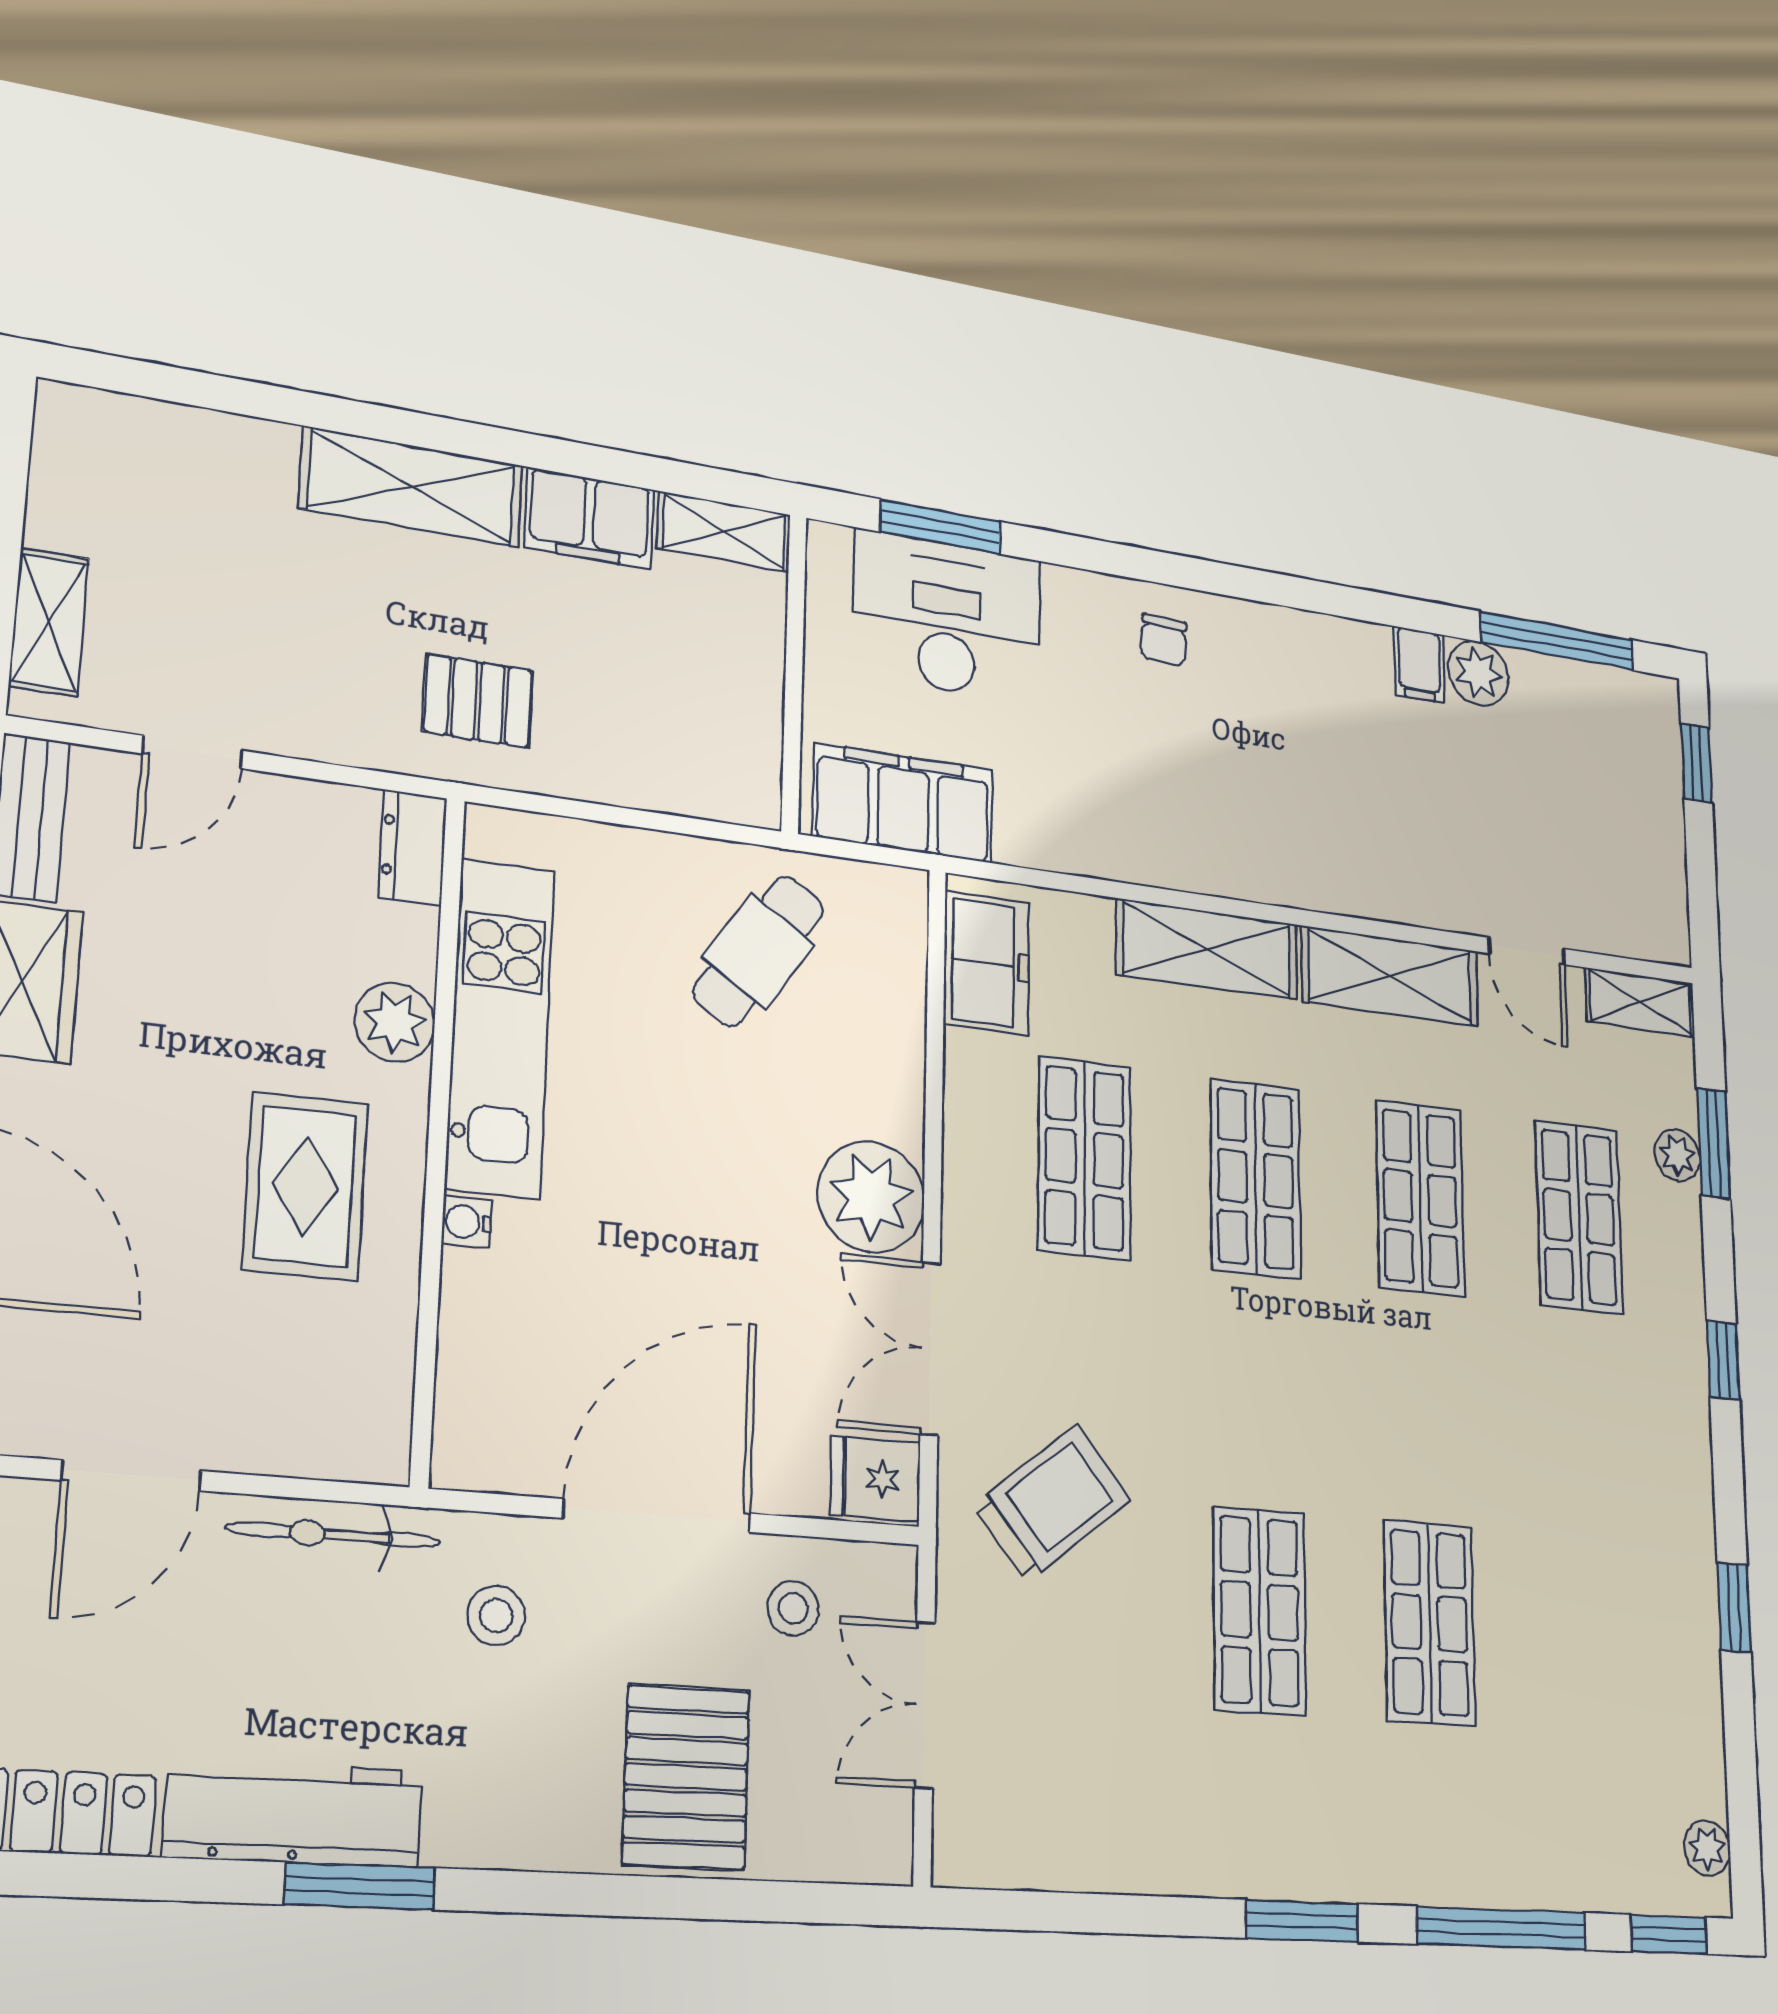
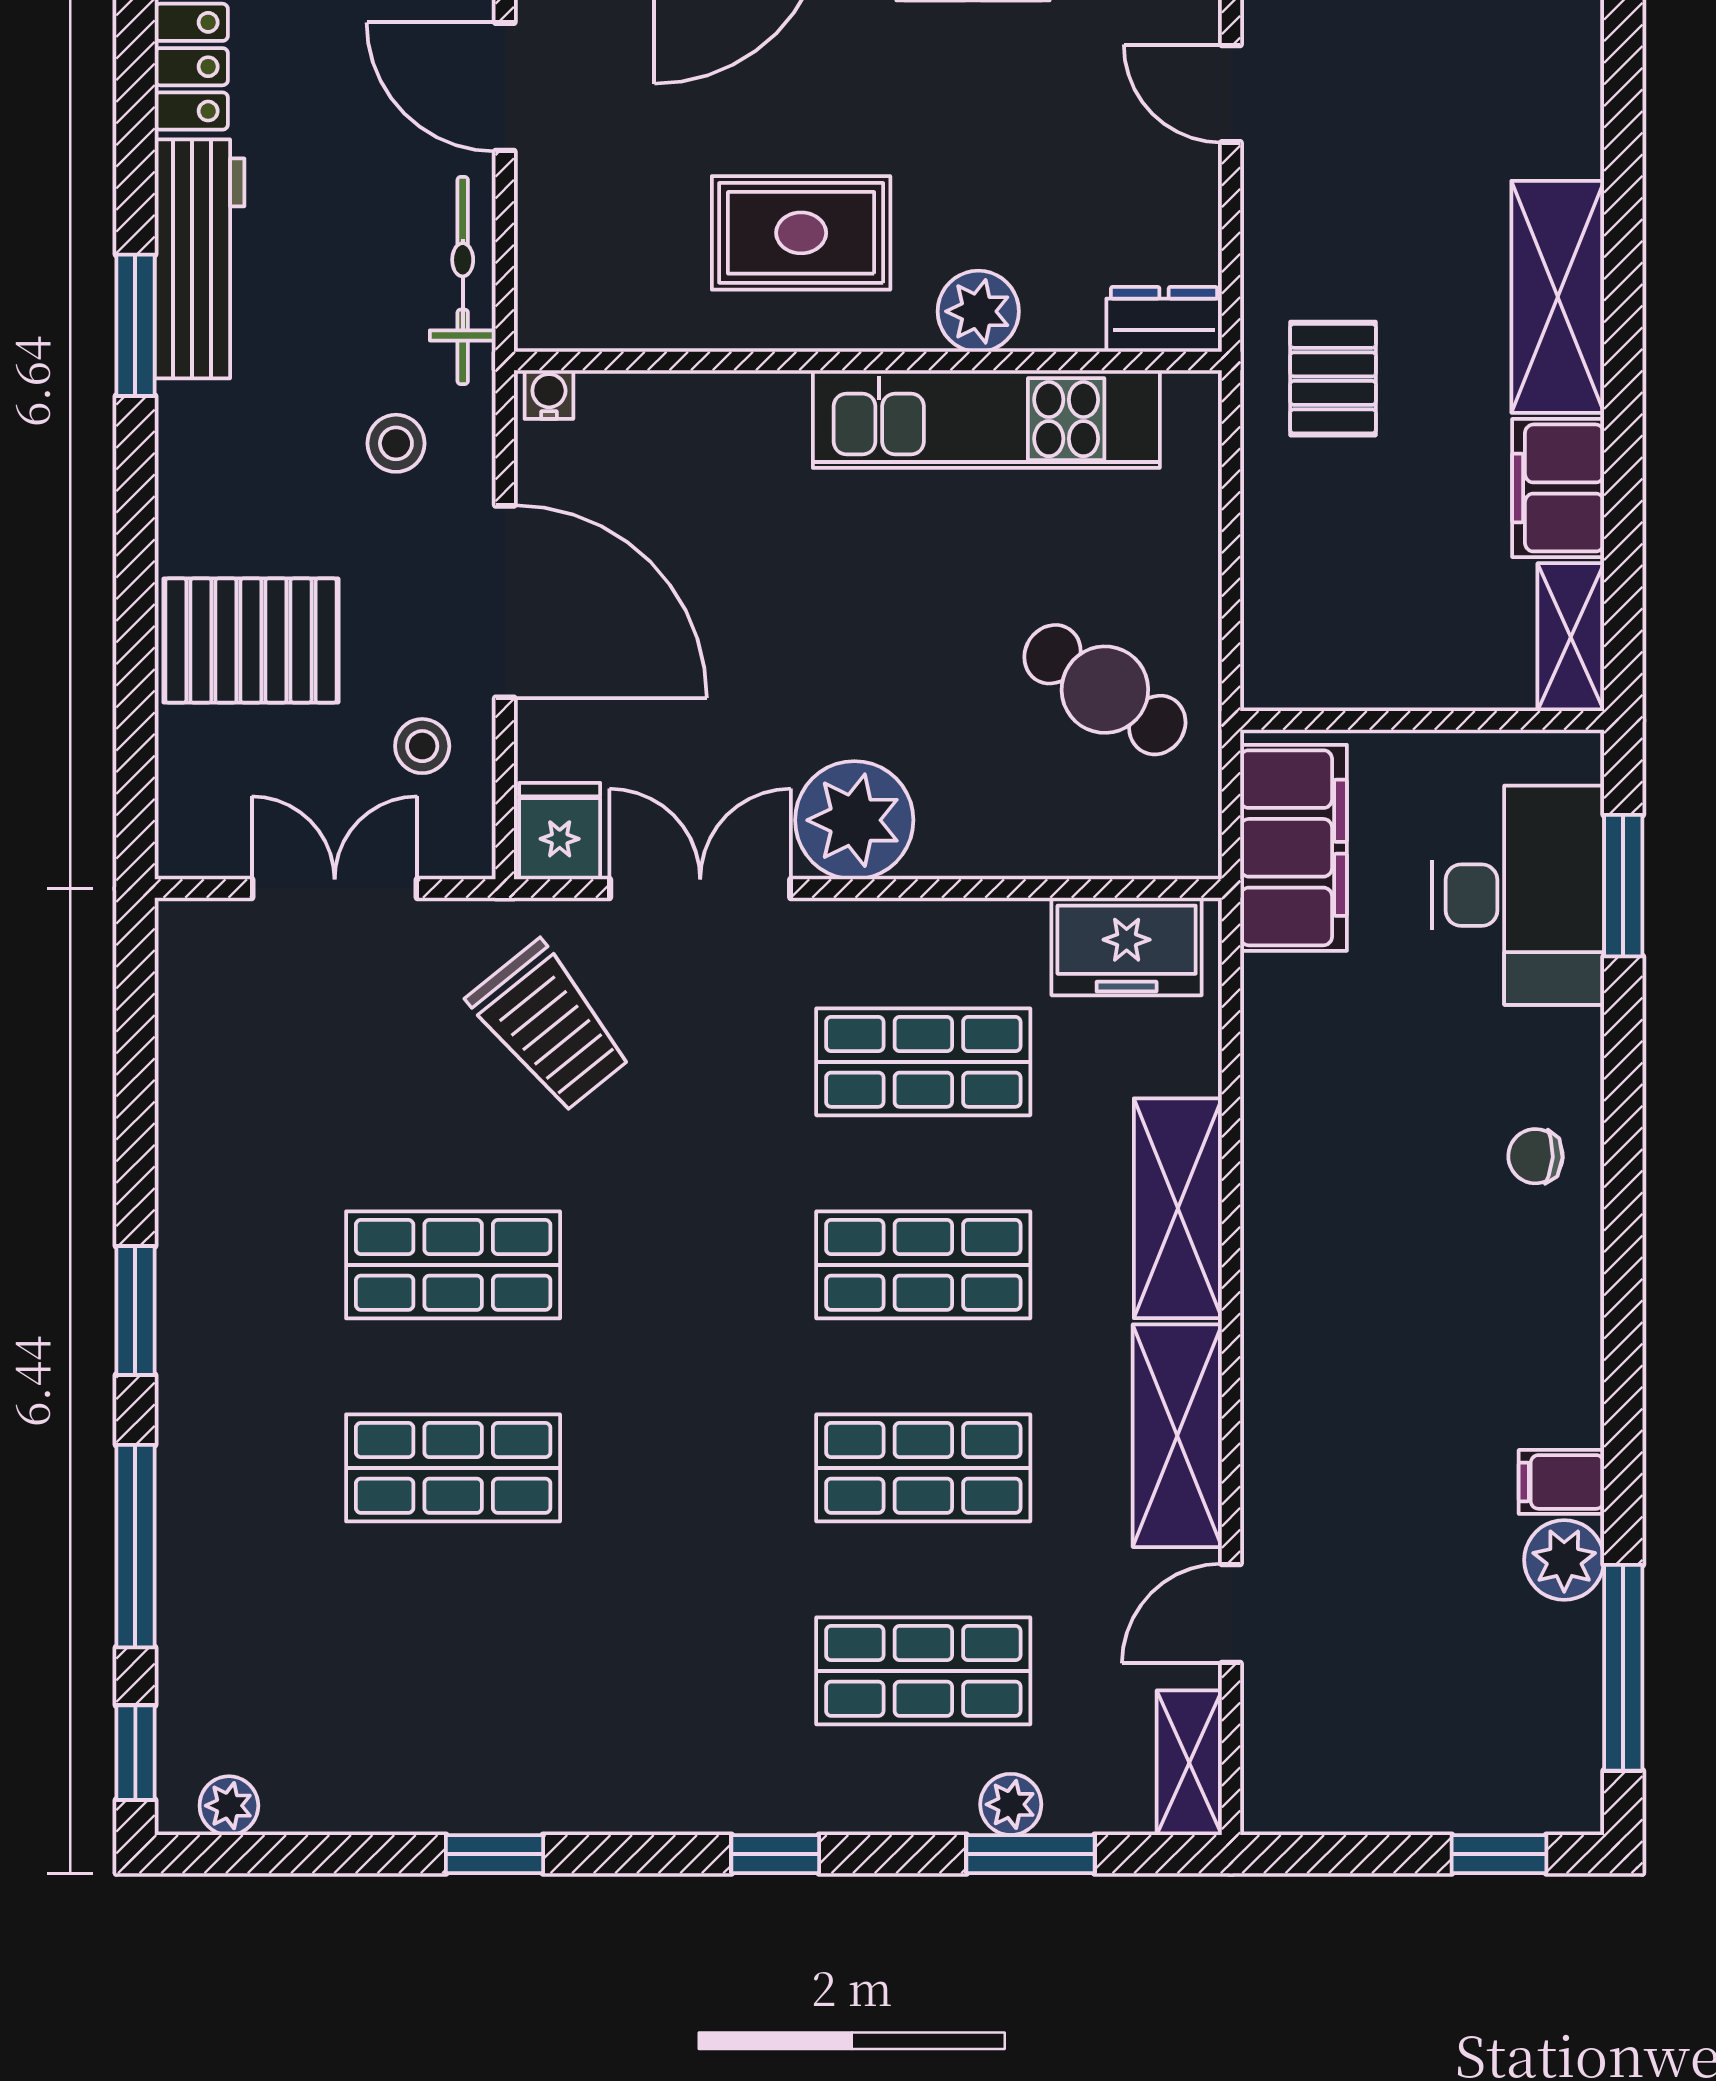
water cooler: (467, 1222) -> (549, 395), moved

